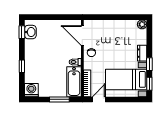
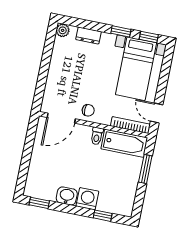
washbasin: (30, 32) -> (67, 196), moved
dresser: (142, 53) -> (88, 36), moved
window: (22, 66) -> (103, 216), moved
washing machine: (31, 90) -> (87, 199), moved, turned 90

